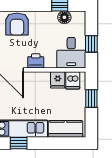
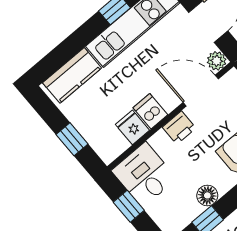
floor lamp: (64, 17) -> (207, 195), moved
dishwasher: (73, 80) -> (150, 111), moved

